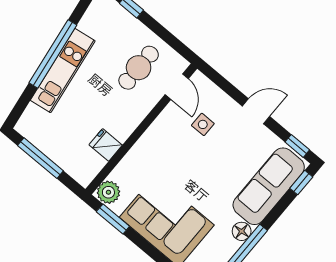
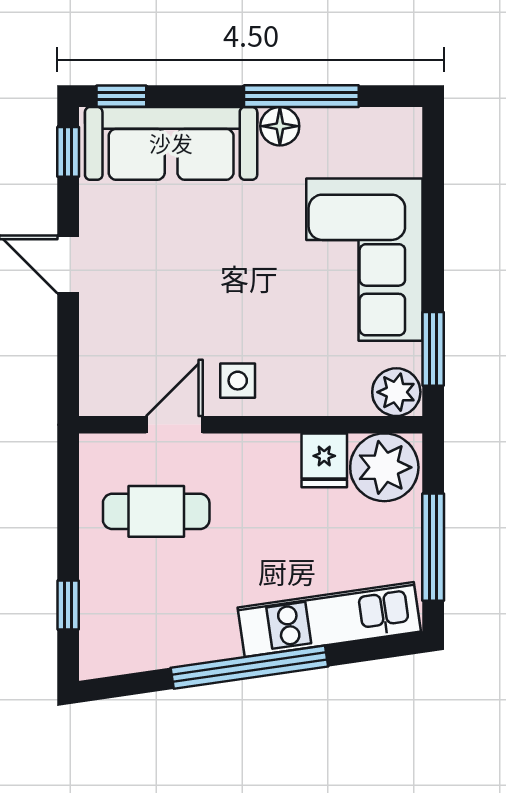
kitchen unit: (63, 71) -> (329, 619), moved
door: (177, 87) -> (174, 425), moved
side table: (203, 124) -> (238, 381), moved
plant: (85, 165) -> (384, 467), added

